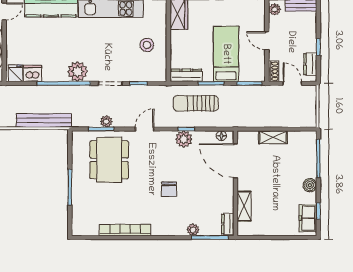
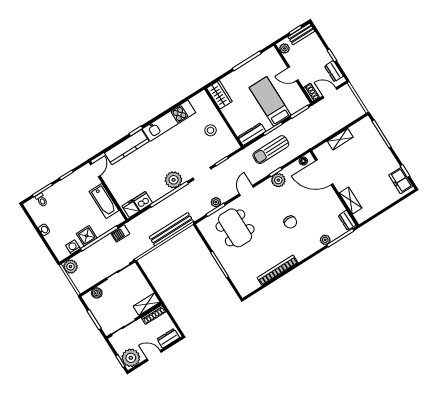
boiler: (310, 185) -> (388, 156), removed

